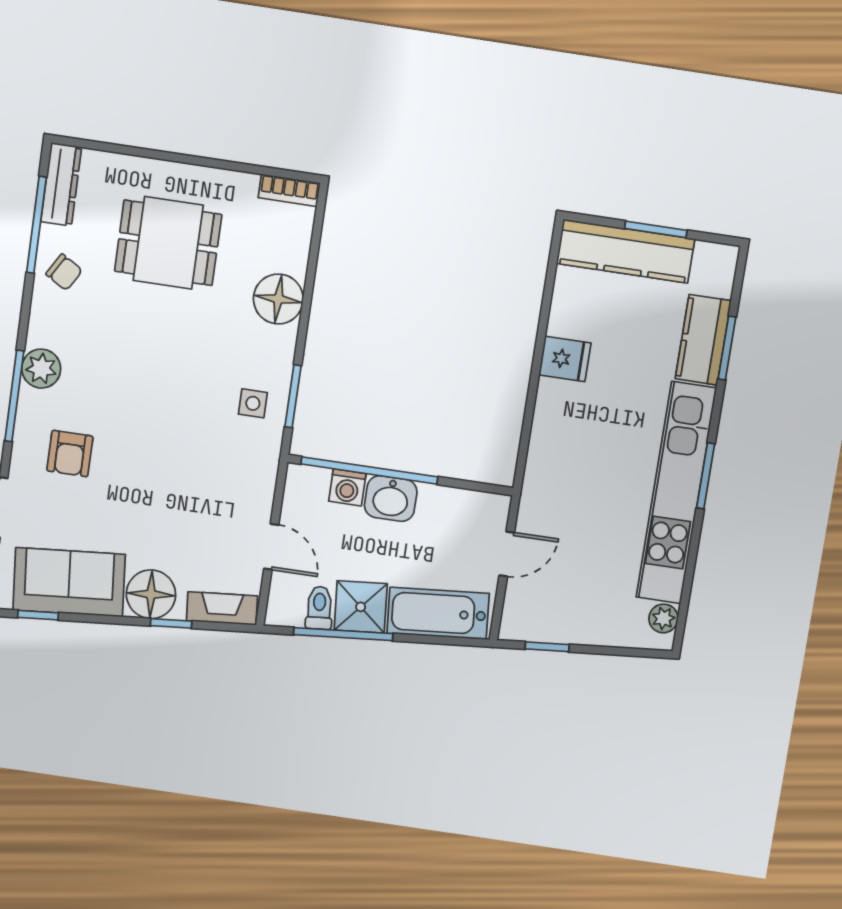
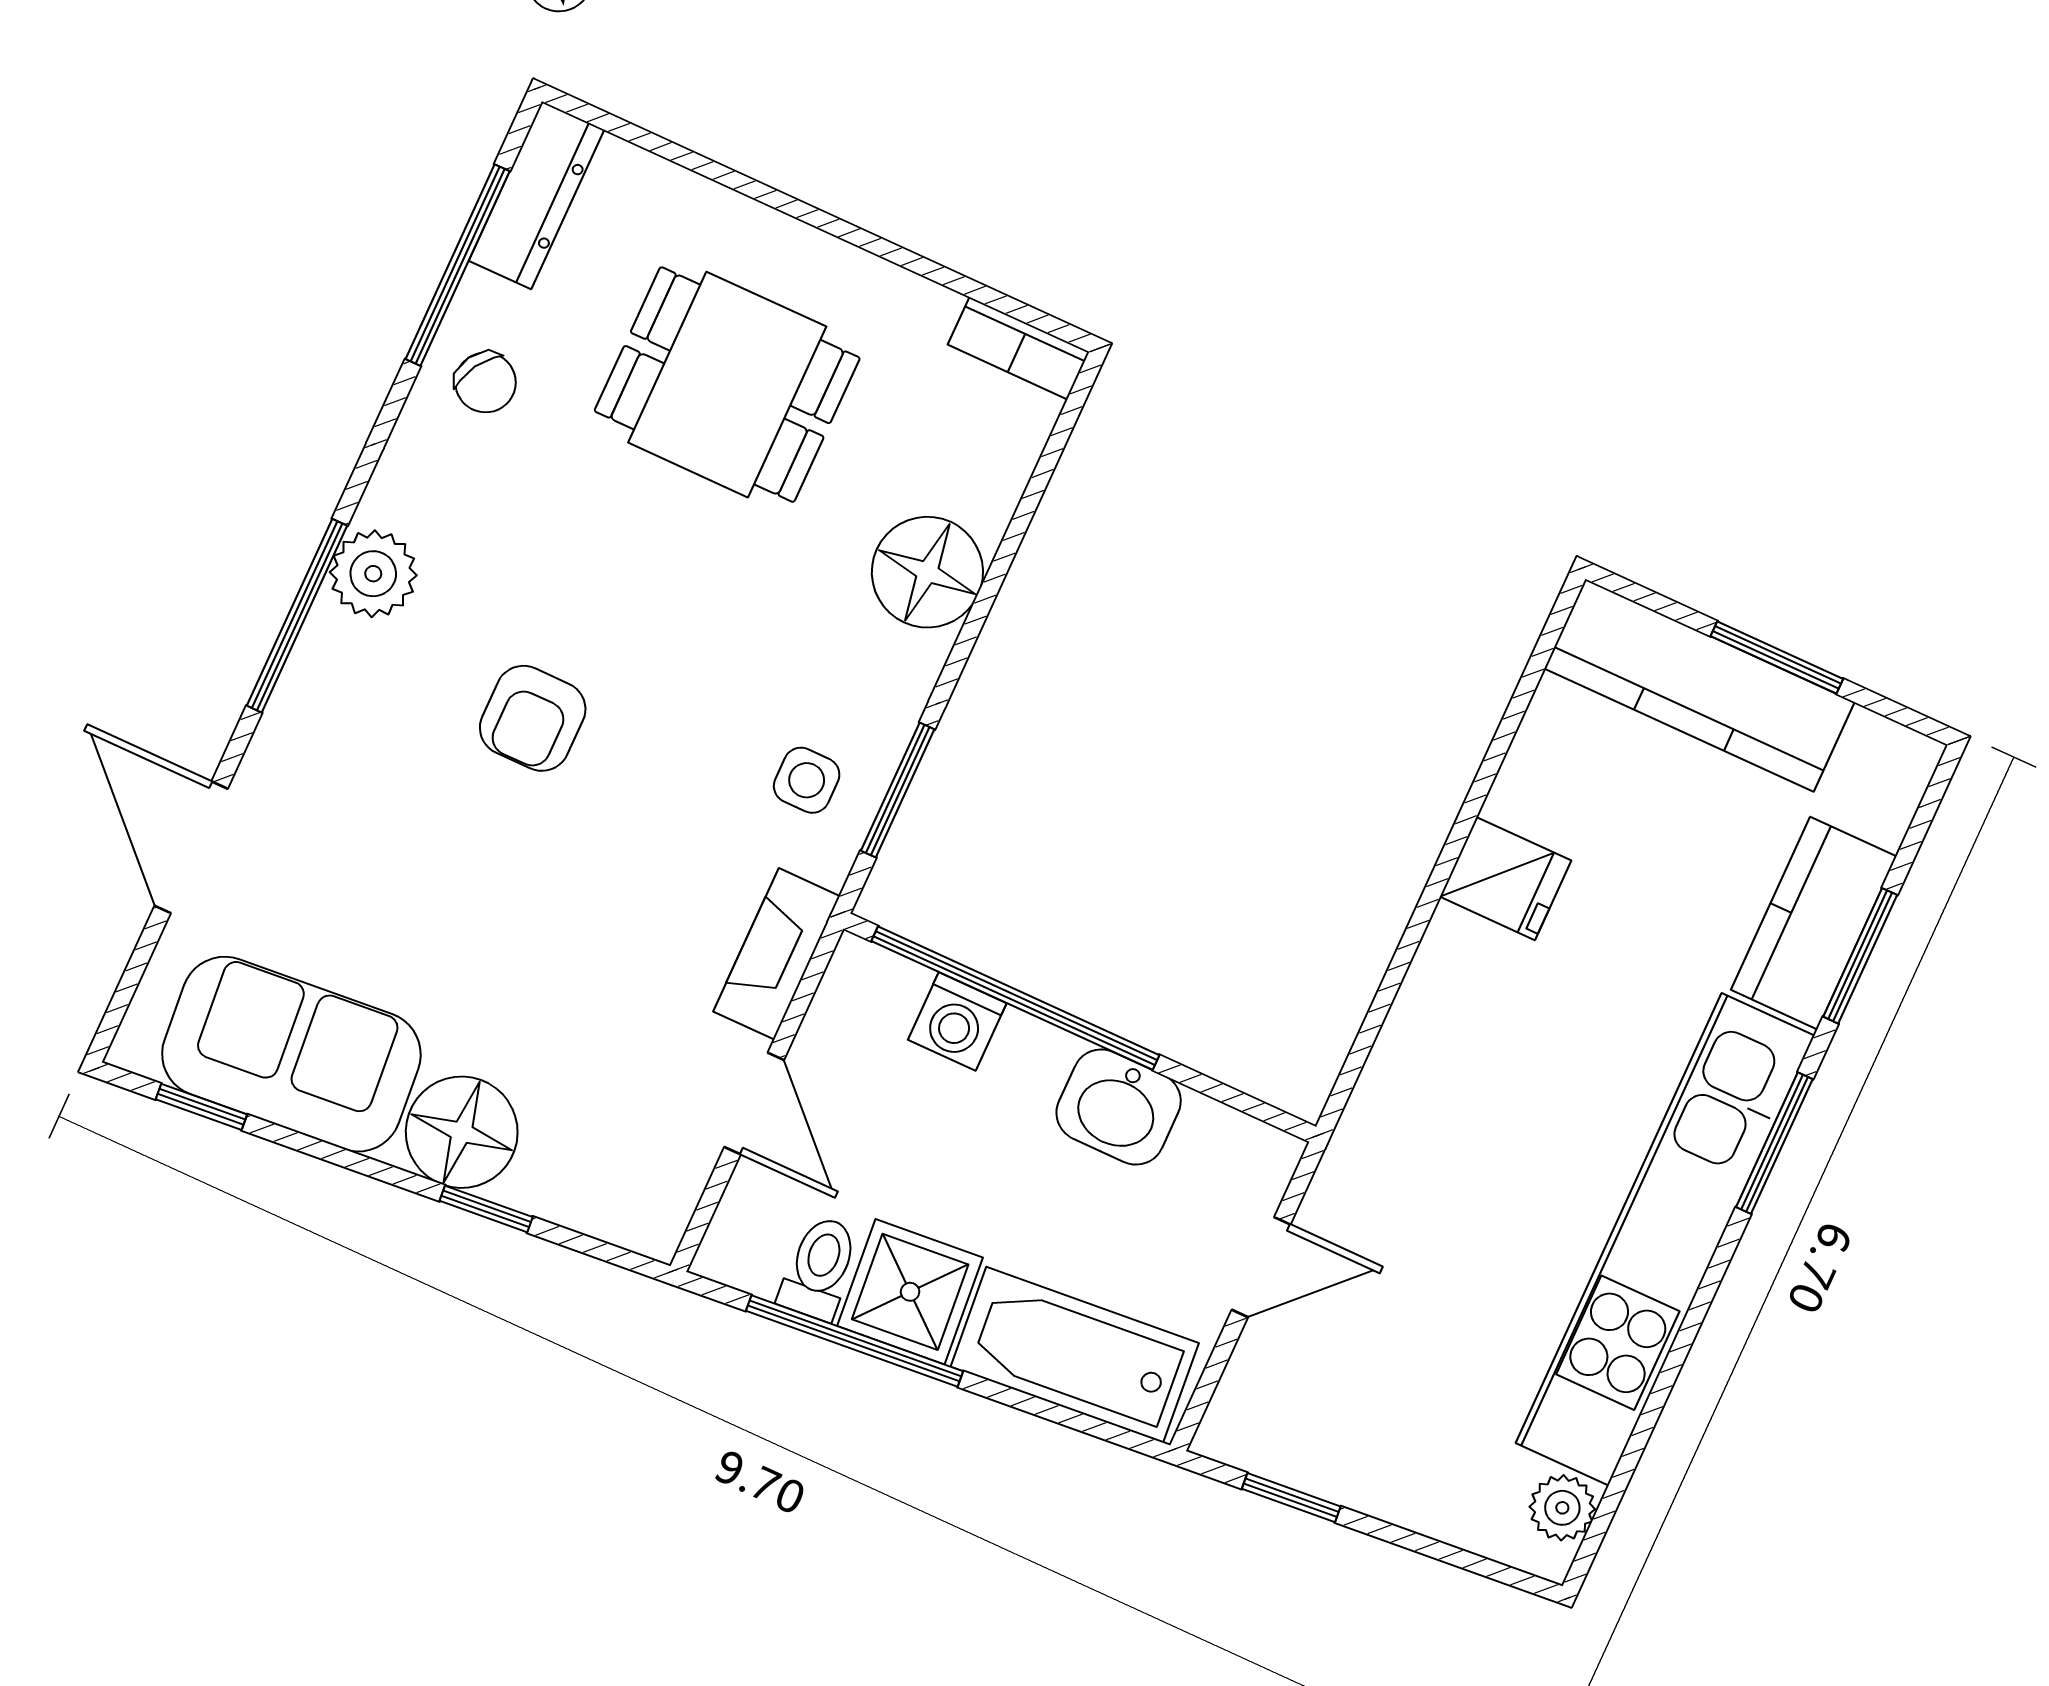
armchair: (70, 454) -> (533, 718), moved
window: (706, 476) -> (1774, 1143), moved
washbasin: (391, 499) -> (1119, 1107), moved
fireplace: (222, 608) -> (777, 954), moved, turned -85

